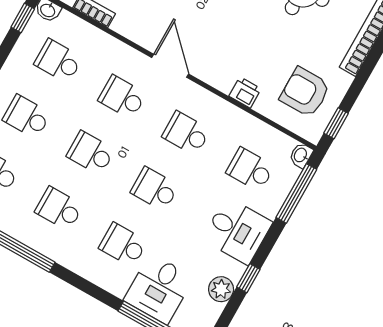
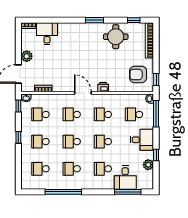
printer: (245, 92) -> (103, 87), moved

